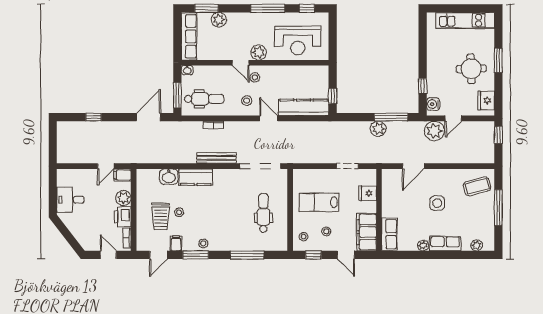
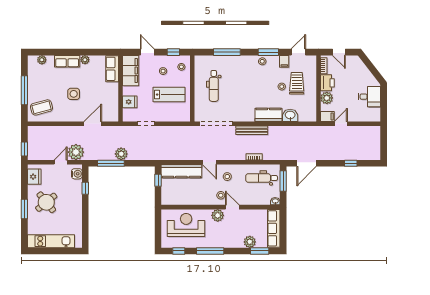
round table: (471, 69) -> (46, 202), turned -37

